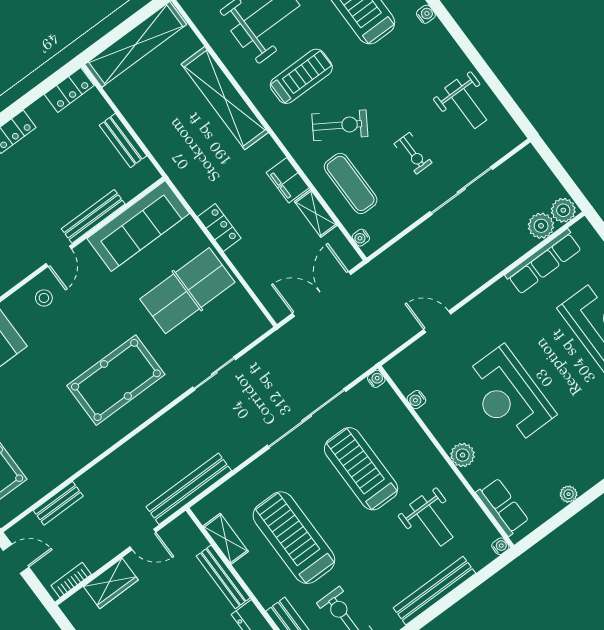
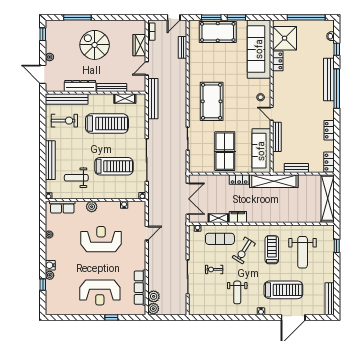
treadmill: (301, 76) -> (272, 250), turned 180
shelving: (225, 98) -> (274, 181), moved
weight bench: (466, 104) -> (237, 292), moved, turned -90

